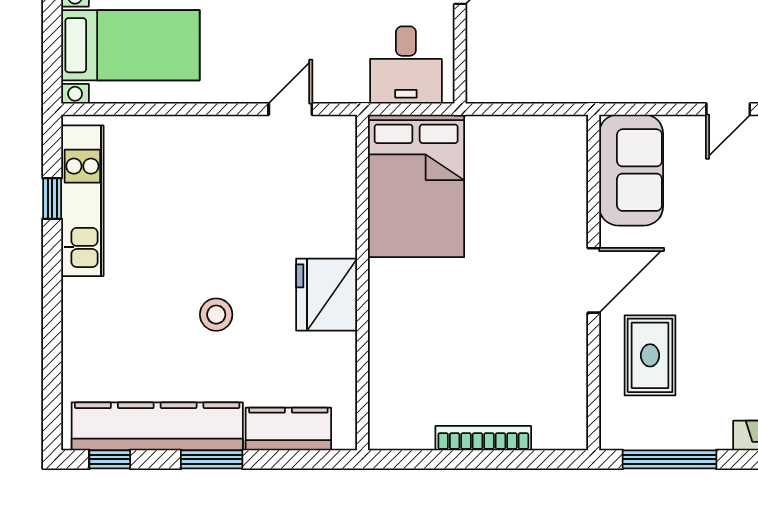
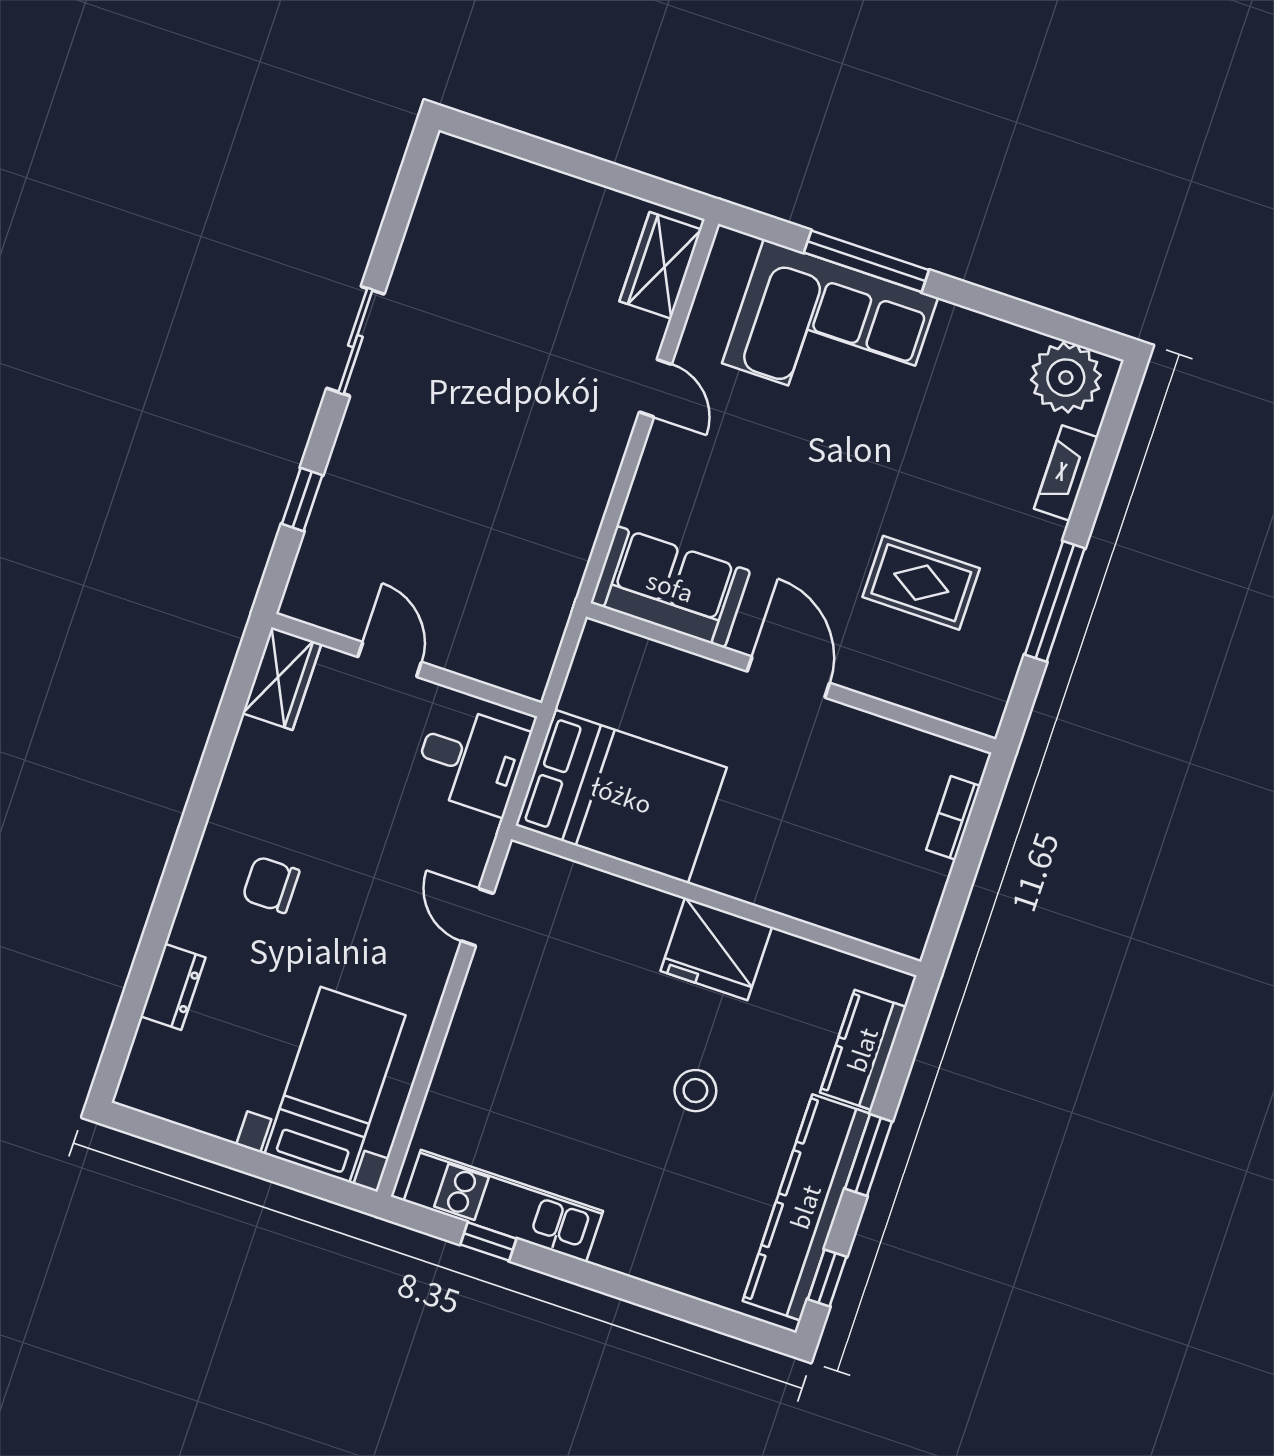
sofa: (631, 170) -> (670, 587), moved
door: (594, 280) -> (788, 677), moved
wall: (594, 282) -> (791, 678), moved
bookcase: (483, 438) -> (953, 818), width x0.64

